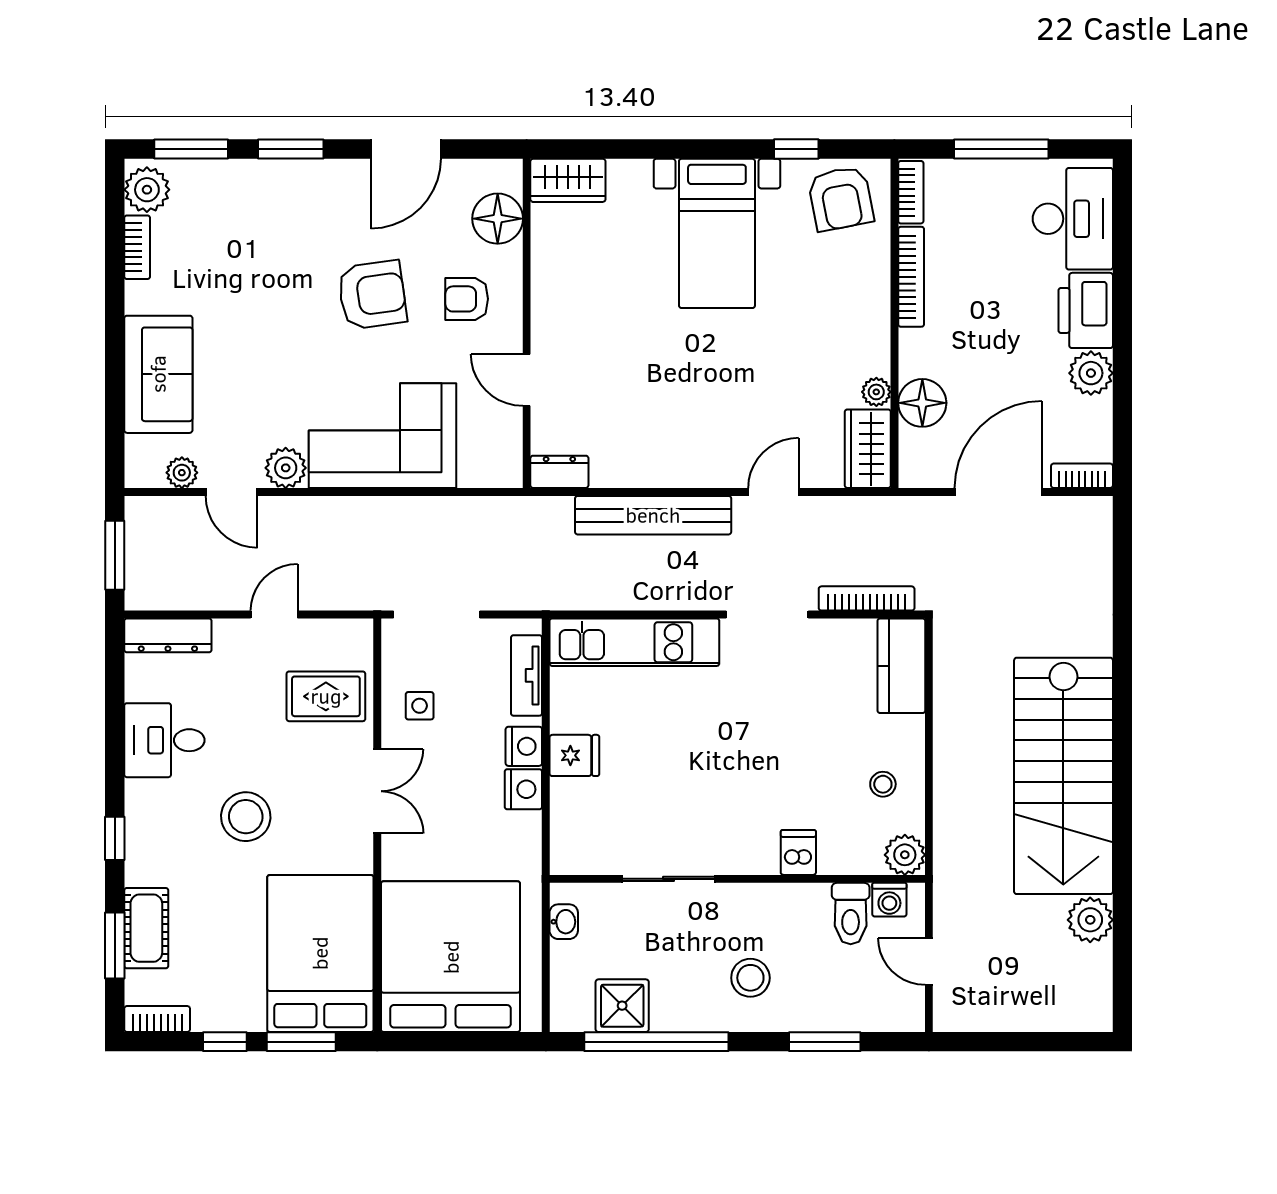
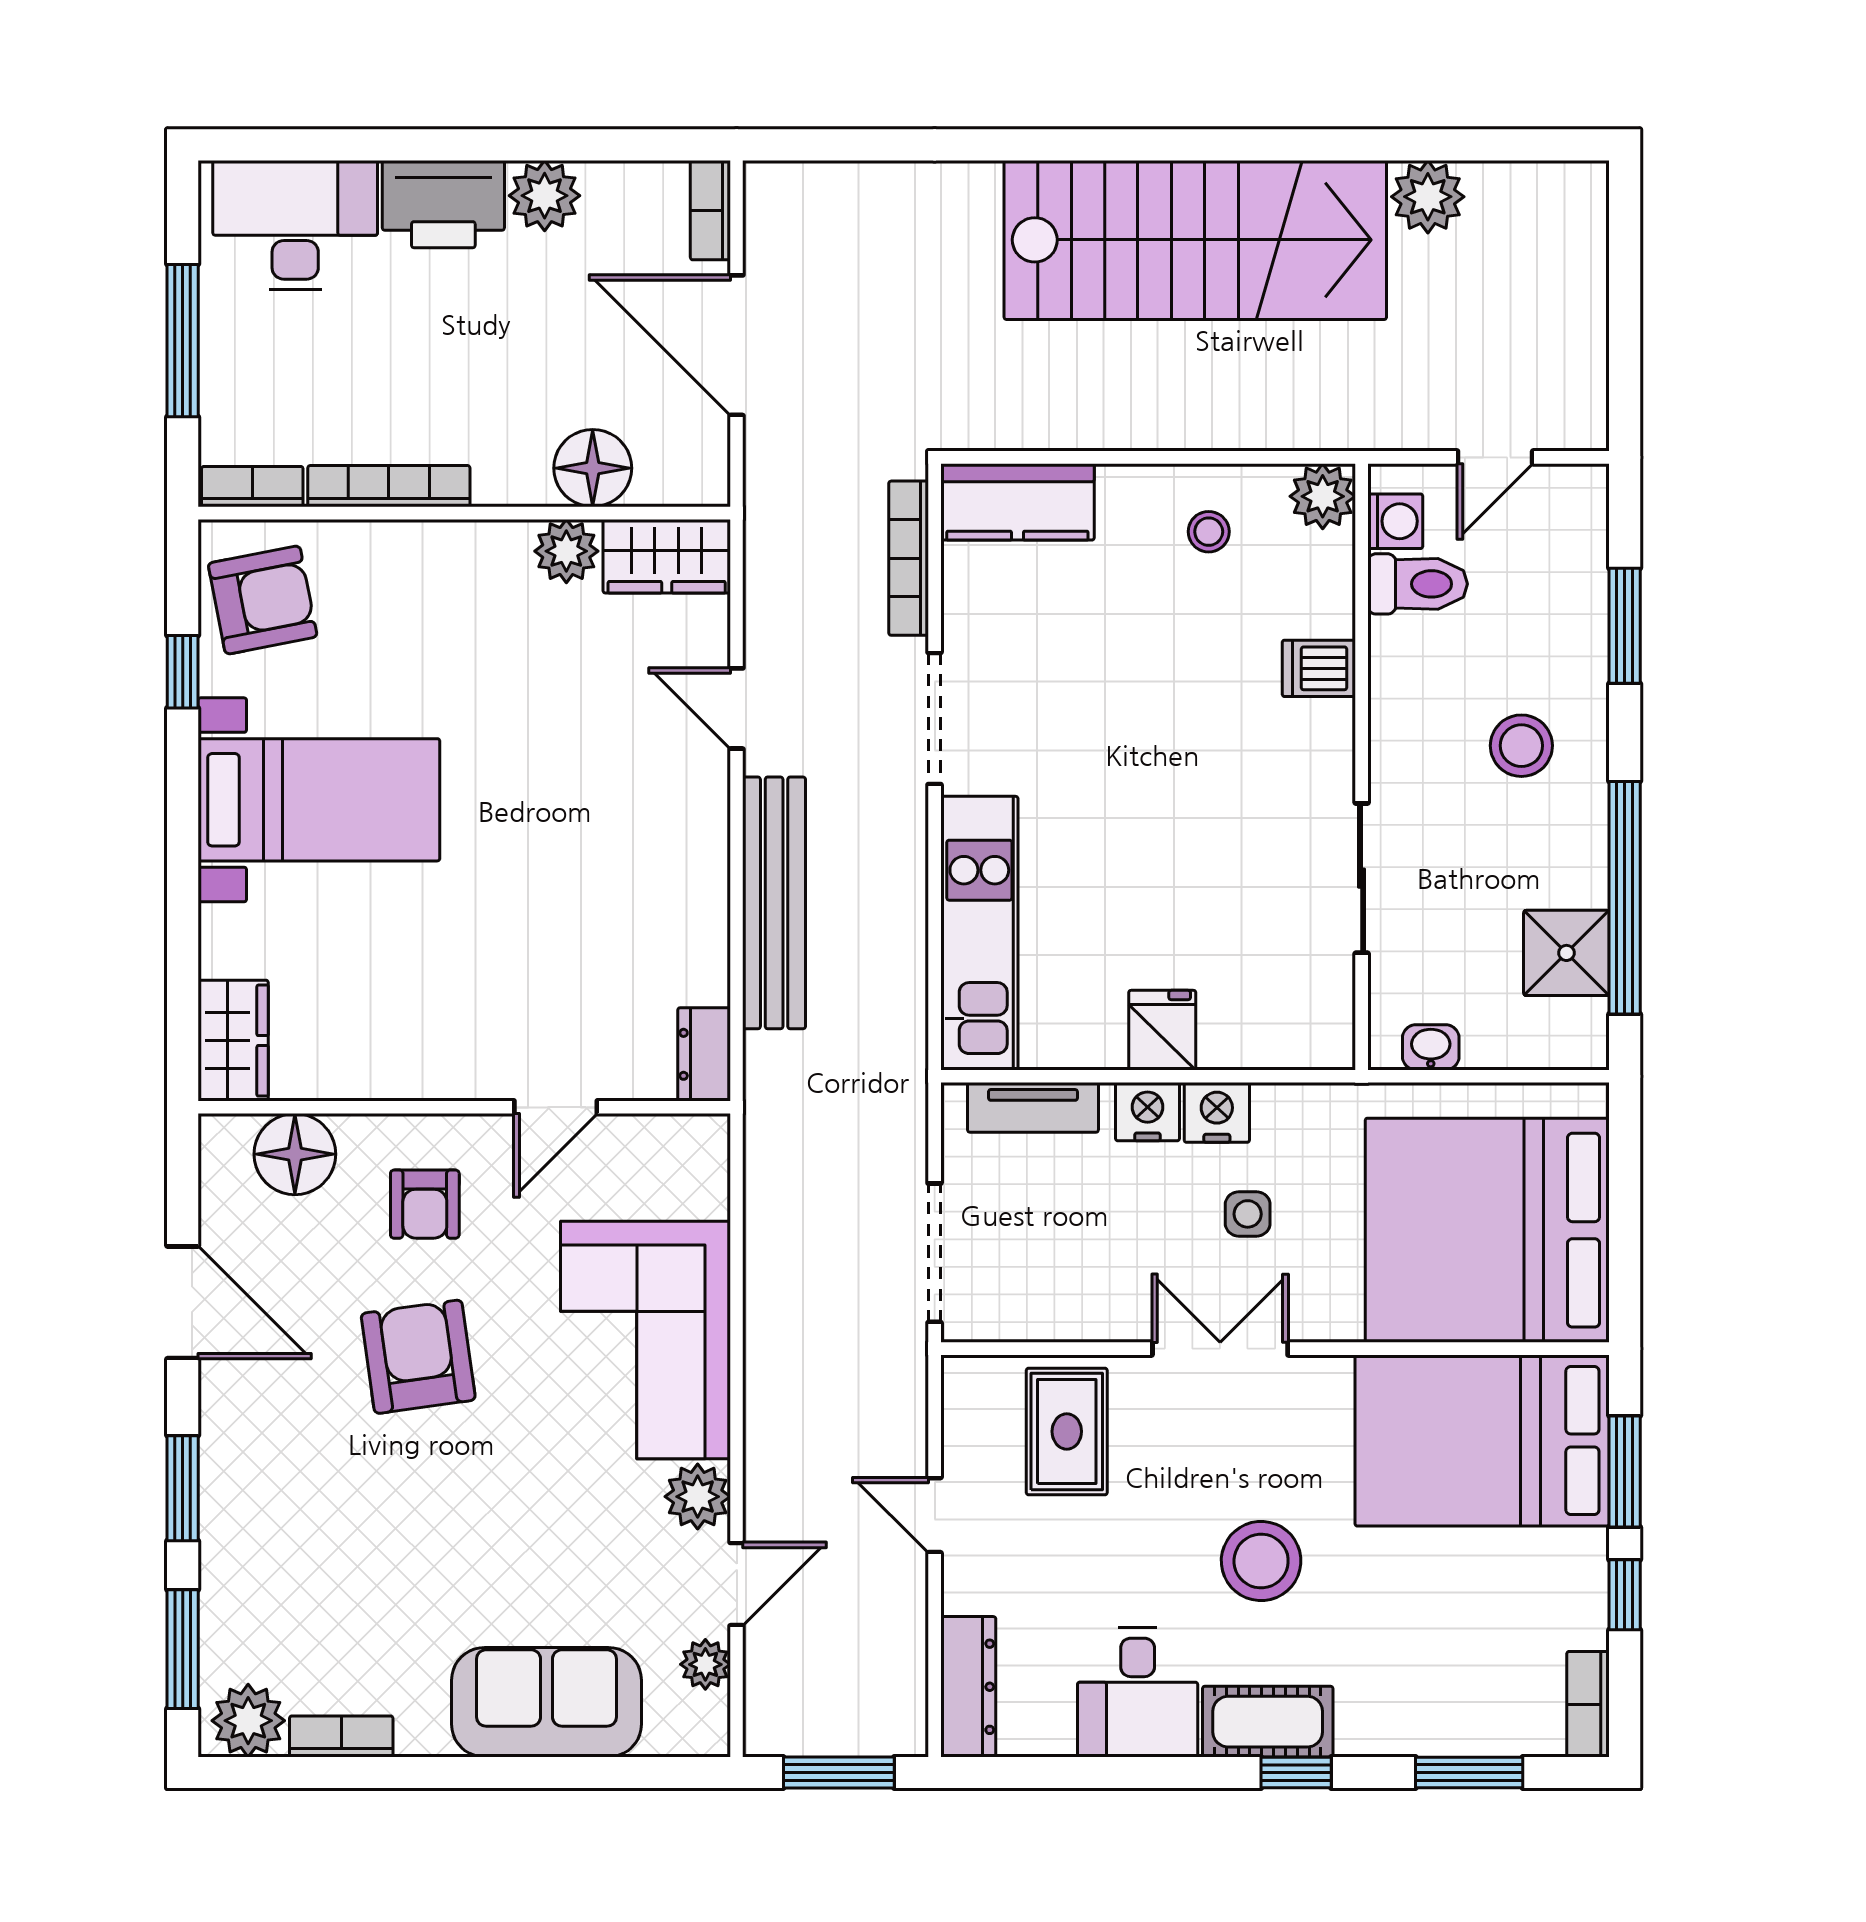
plant: (876, 392) -> (566, 551), width x1.38, depth x1.38
side table: (420, 706) -> (1248, 1214), moved
cot: (146, 928) -> (1268, 1722), moved

